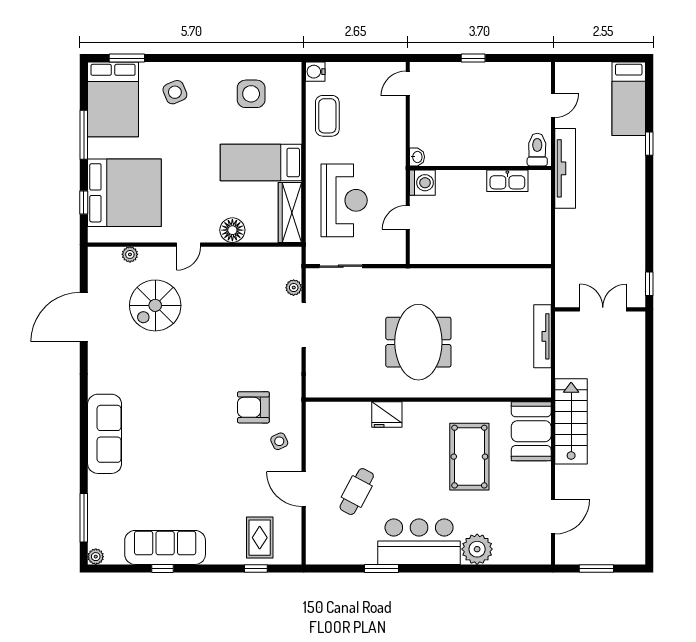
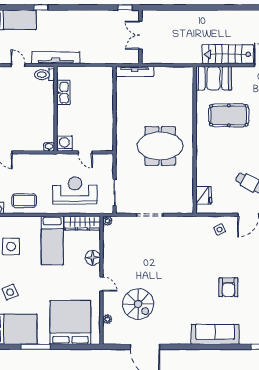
window: (84, 203) -> (76, 347), removed
plant: (294, 288) -> (107, 221), moved
tv unit: (542, 336) -> (135, 71), moved
armchair: (253, 407) -> (228, 287), moved
fridge: (387, 414) -> (204, 195), moved
stairs: (571, 421) -> (228, 54), moved

